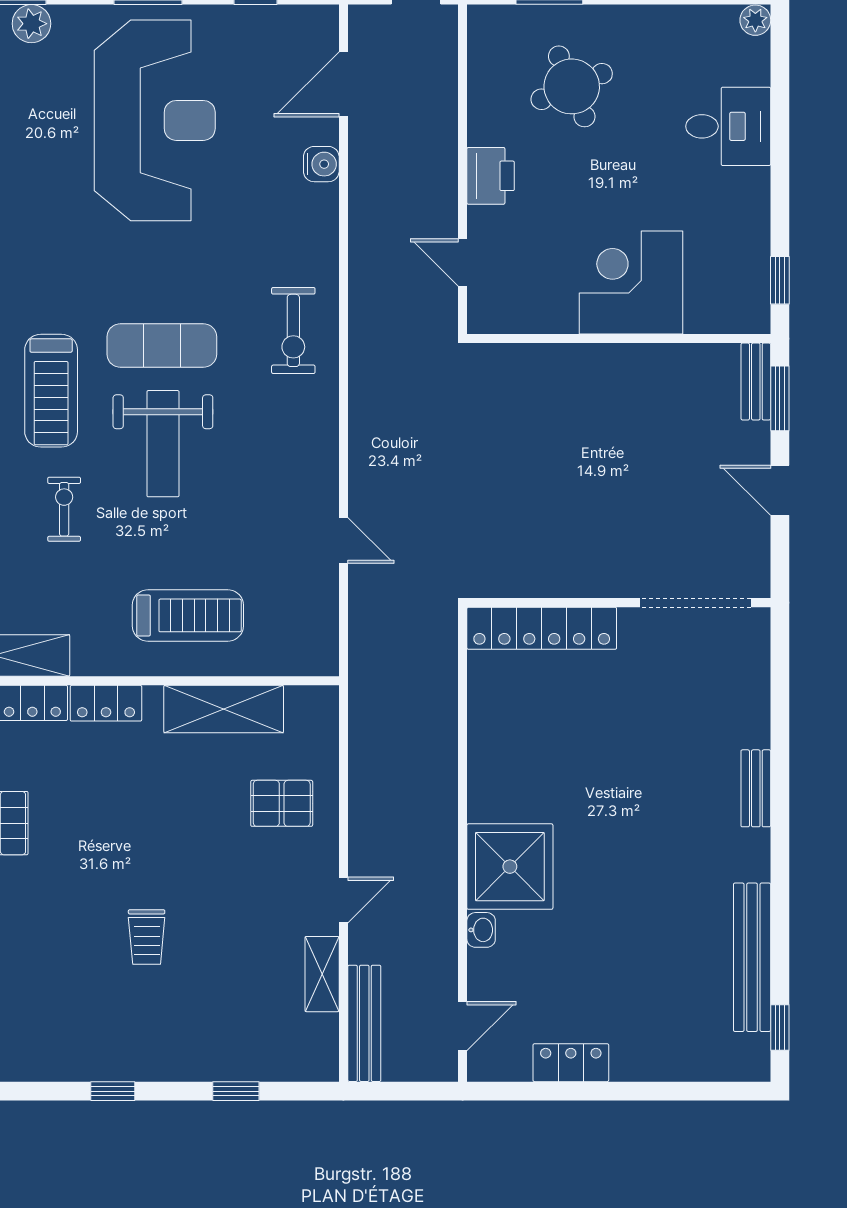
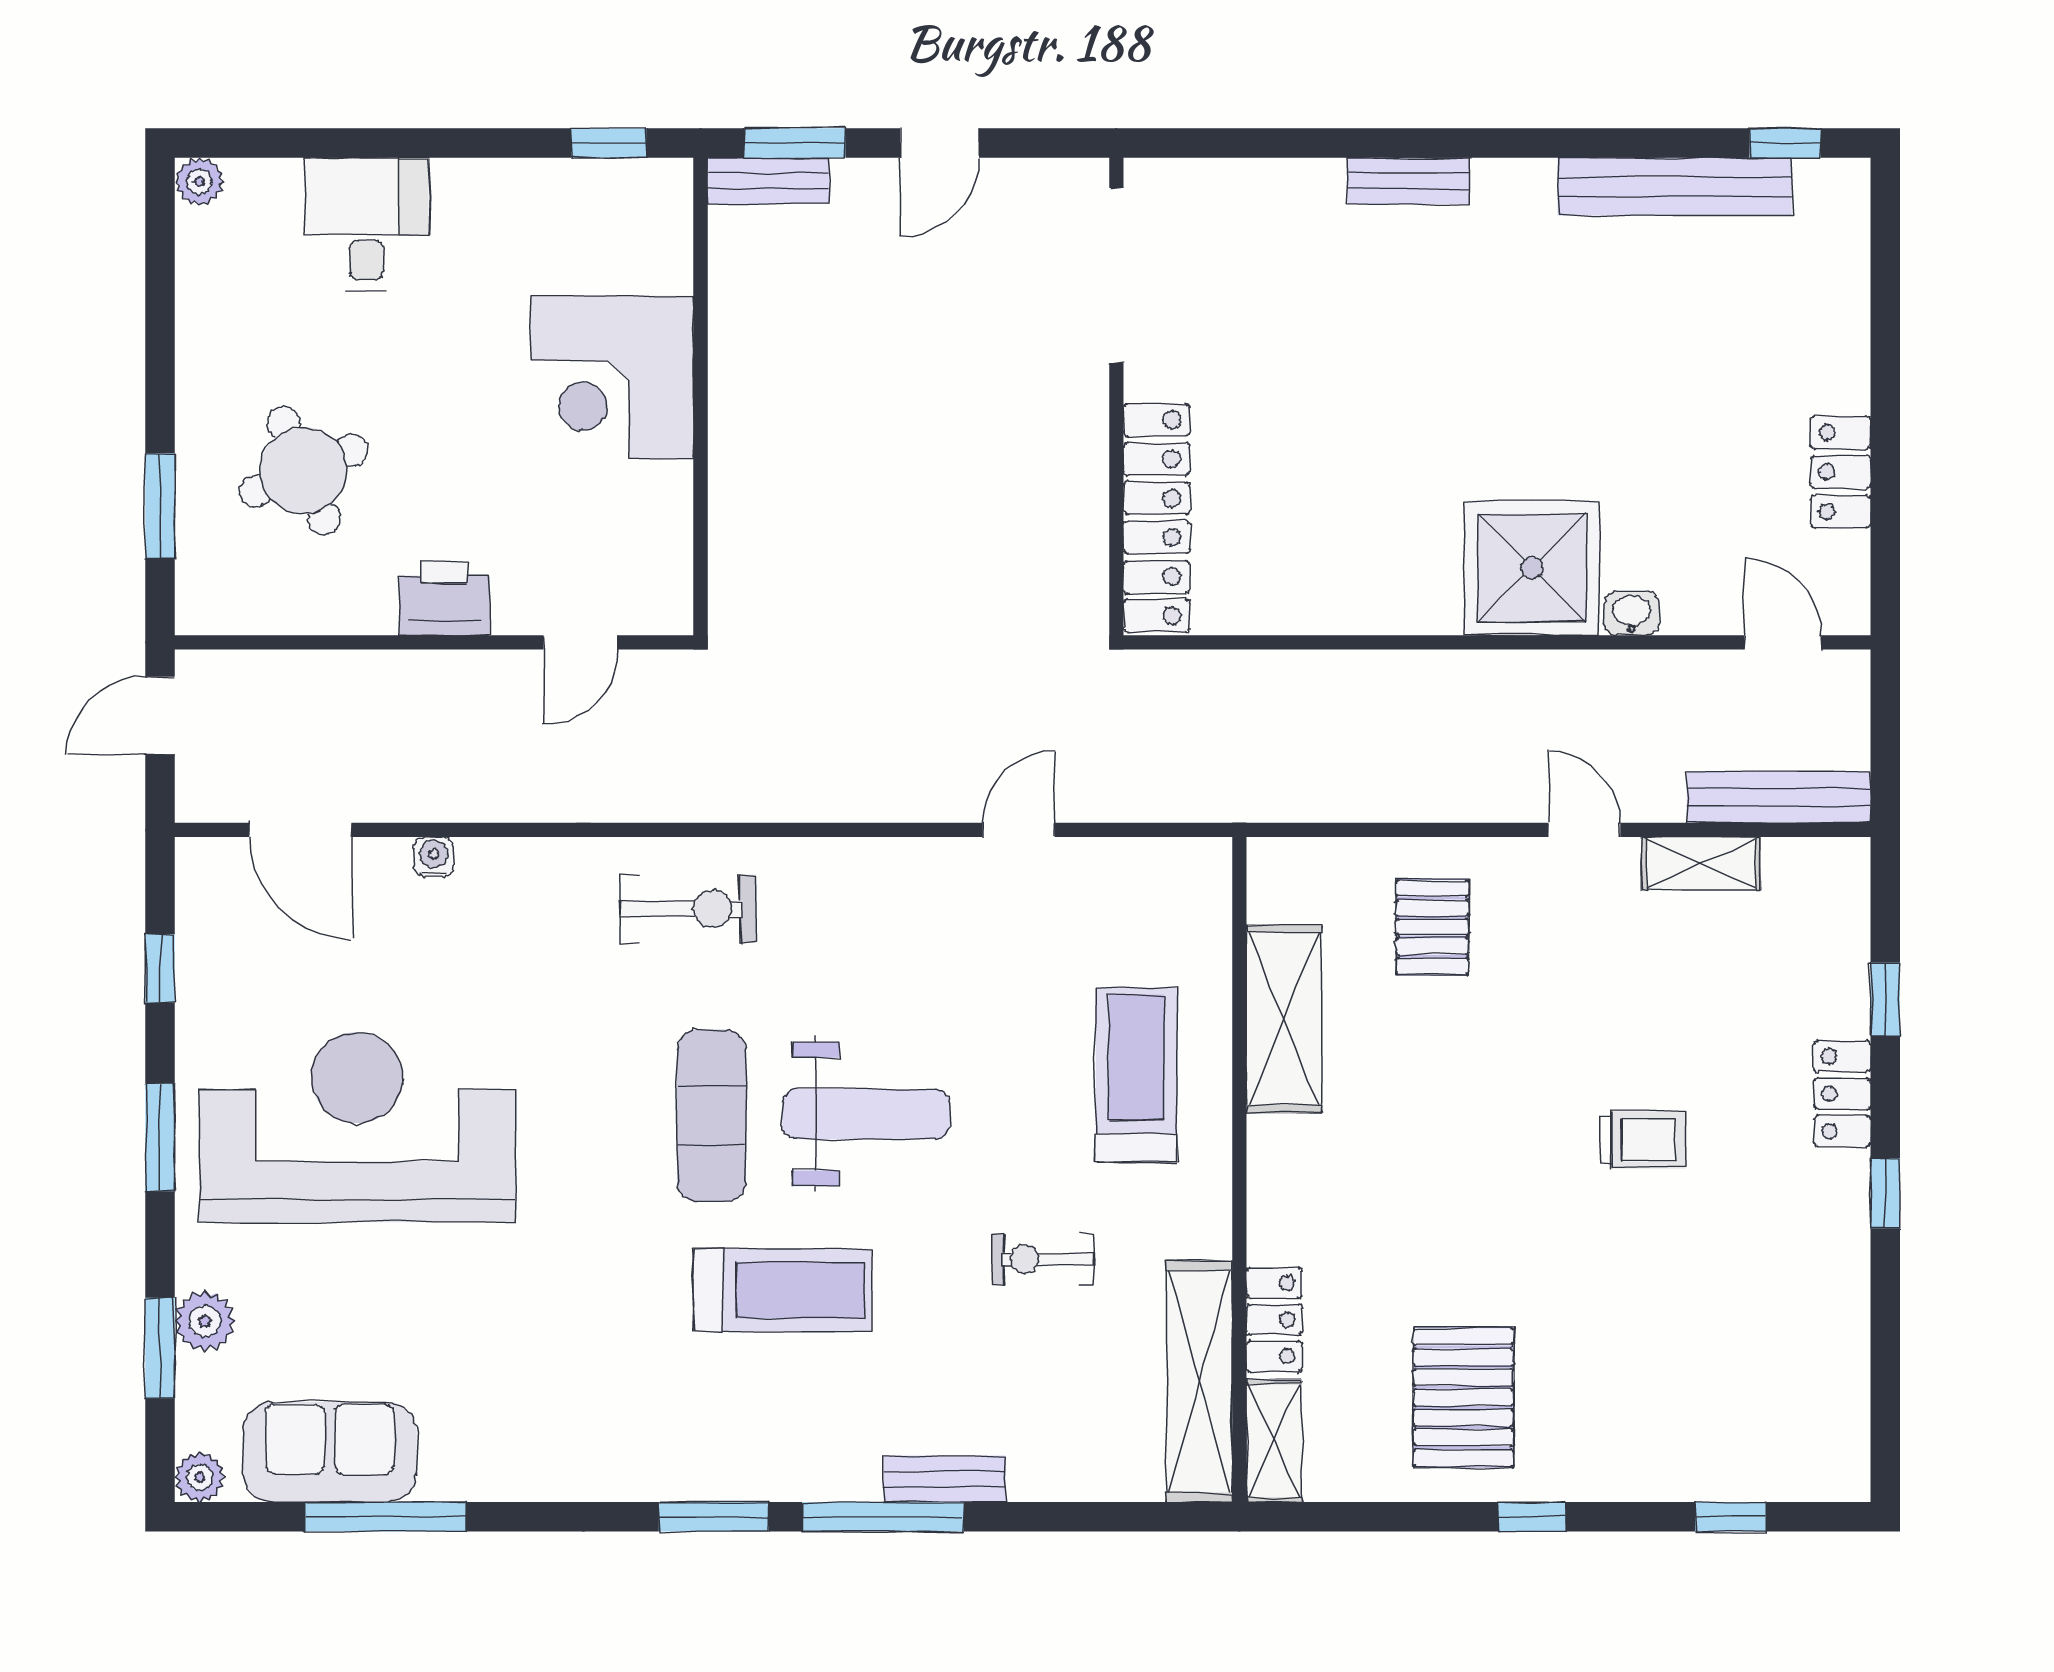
water cooler: (321, 164) -> (434, 857), width x0.72, depth x0.72
exercise bike: (64, 509) -> (1043, 1259), moved
locker: (106, 703) -> (1842, 1094), moved, turned 180

